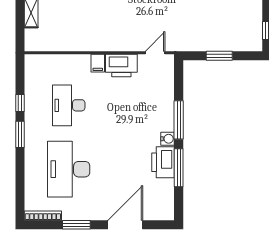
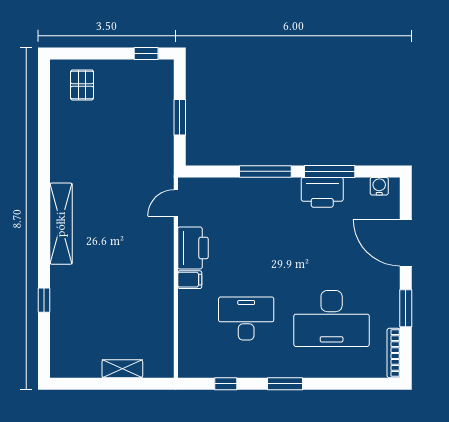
door: (155, 53) -> (176, 203), hinge flipped
window: (20, 103) -> (226, 384), moved
desk: (69, 105) -> (246, 319), turned 180
water cooler: (168, 139) -> (379, 186), moved

